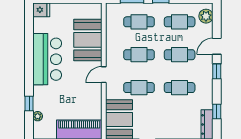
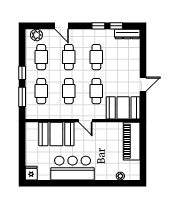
window: (217, 71) -> (98, 26), moved
window: (29, 103) -> (110, 183), removed

